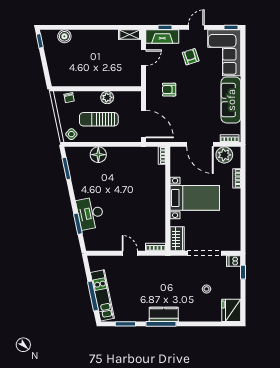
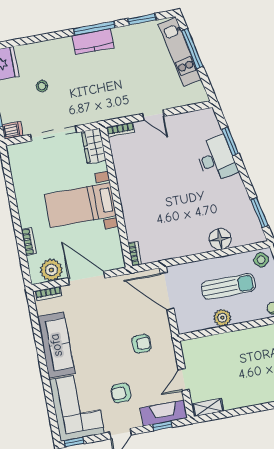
armchair: (191, 57) -> (121, 393), turned 108

